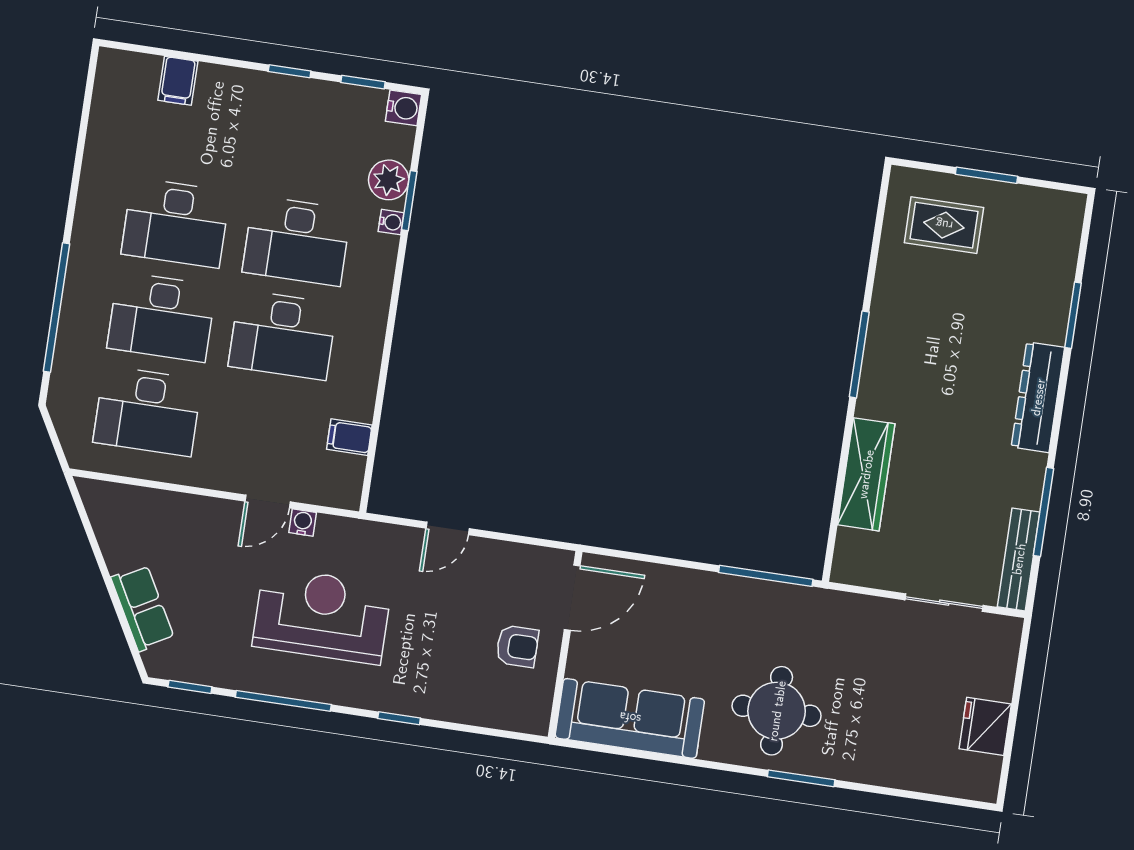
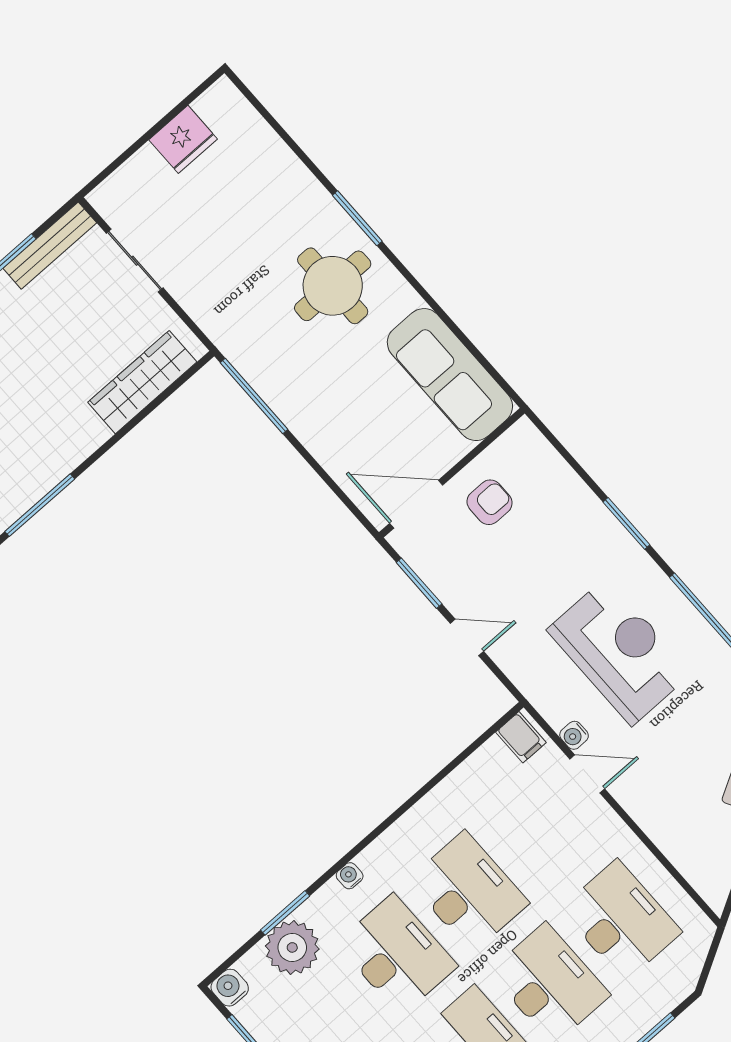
plant: (389, 180) -> (292, 947), width x1.36, depth x1.36
water cooler: (391, 222) -> (350, 876), moved
filing cabinet: (349, 437) -> (521, 737), moved
wardrobe: (866, 474) -> (142, 382), moved
window: (519, 539) -> (419, 583), added
reception desk: (322, 616) -> (619, 652), turned 180
armchair: (517, 646) -> (490, 502), turned 90
window: (399, 718) -> (626, 523), width x1.50

